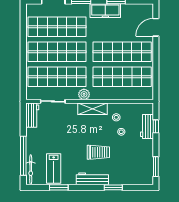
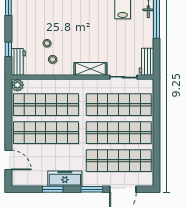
door: (156, 27) -> (8, 160), hinge flipped
plant: (84, 94) -> (17, 85), moved
shelving: (93, 109) -> (90, 69), moved
workbench: (147, 126) -> (18, 62), moved
trolley: (98, 152) -> (73, 20), removed

